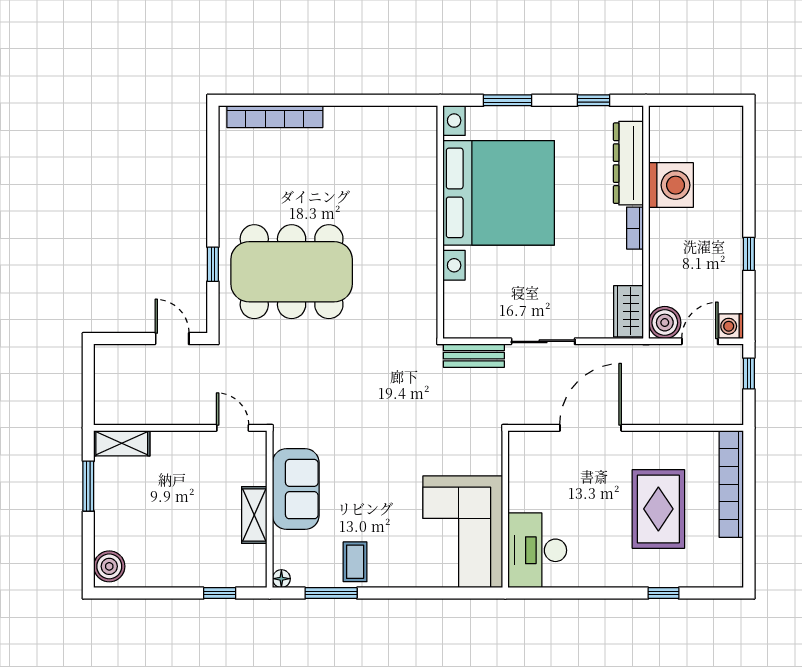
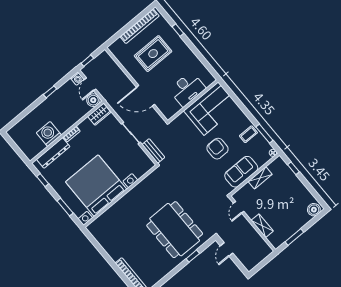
door: (700, 341) -> (90, 84), hinge flipped
shelving: (122, 443) -> (262, 226), moved
armchair: (377, 481) -> (217, 149), added
bookcase: (731, 484) -> (140, 26), moved
desk: (537, 550) -> (187, 89), moved

